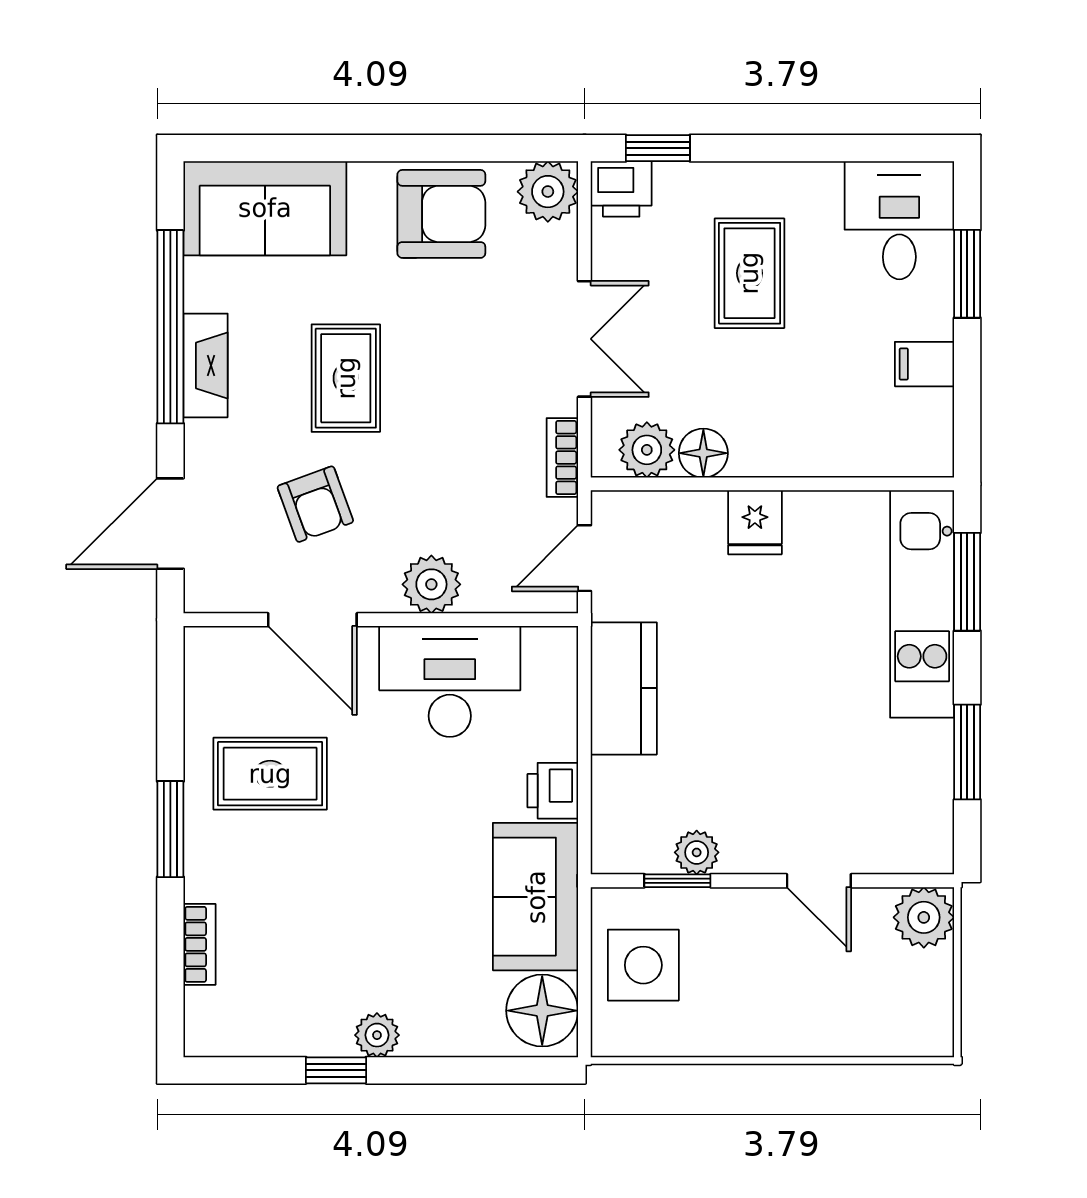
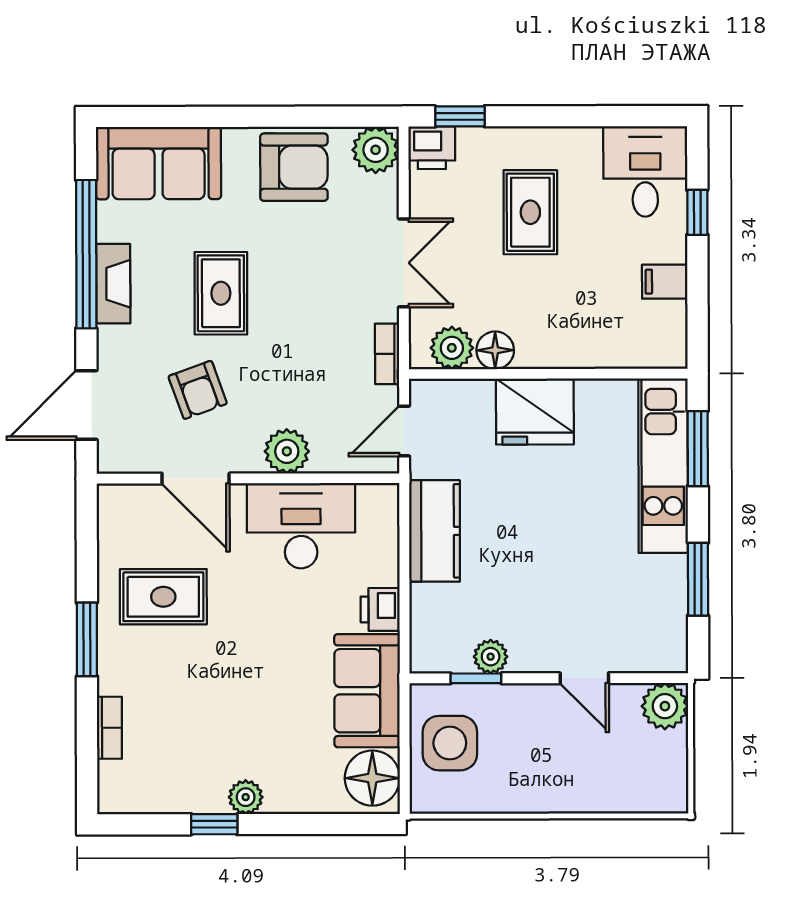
window: (967, 274) -> (697, 212), width x0.67
fridge: (755, 522) -> (535, 412), width x1.88, depth x1.34

